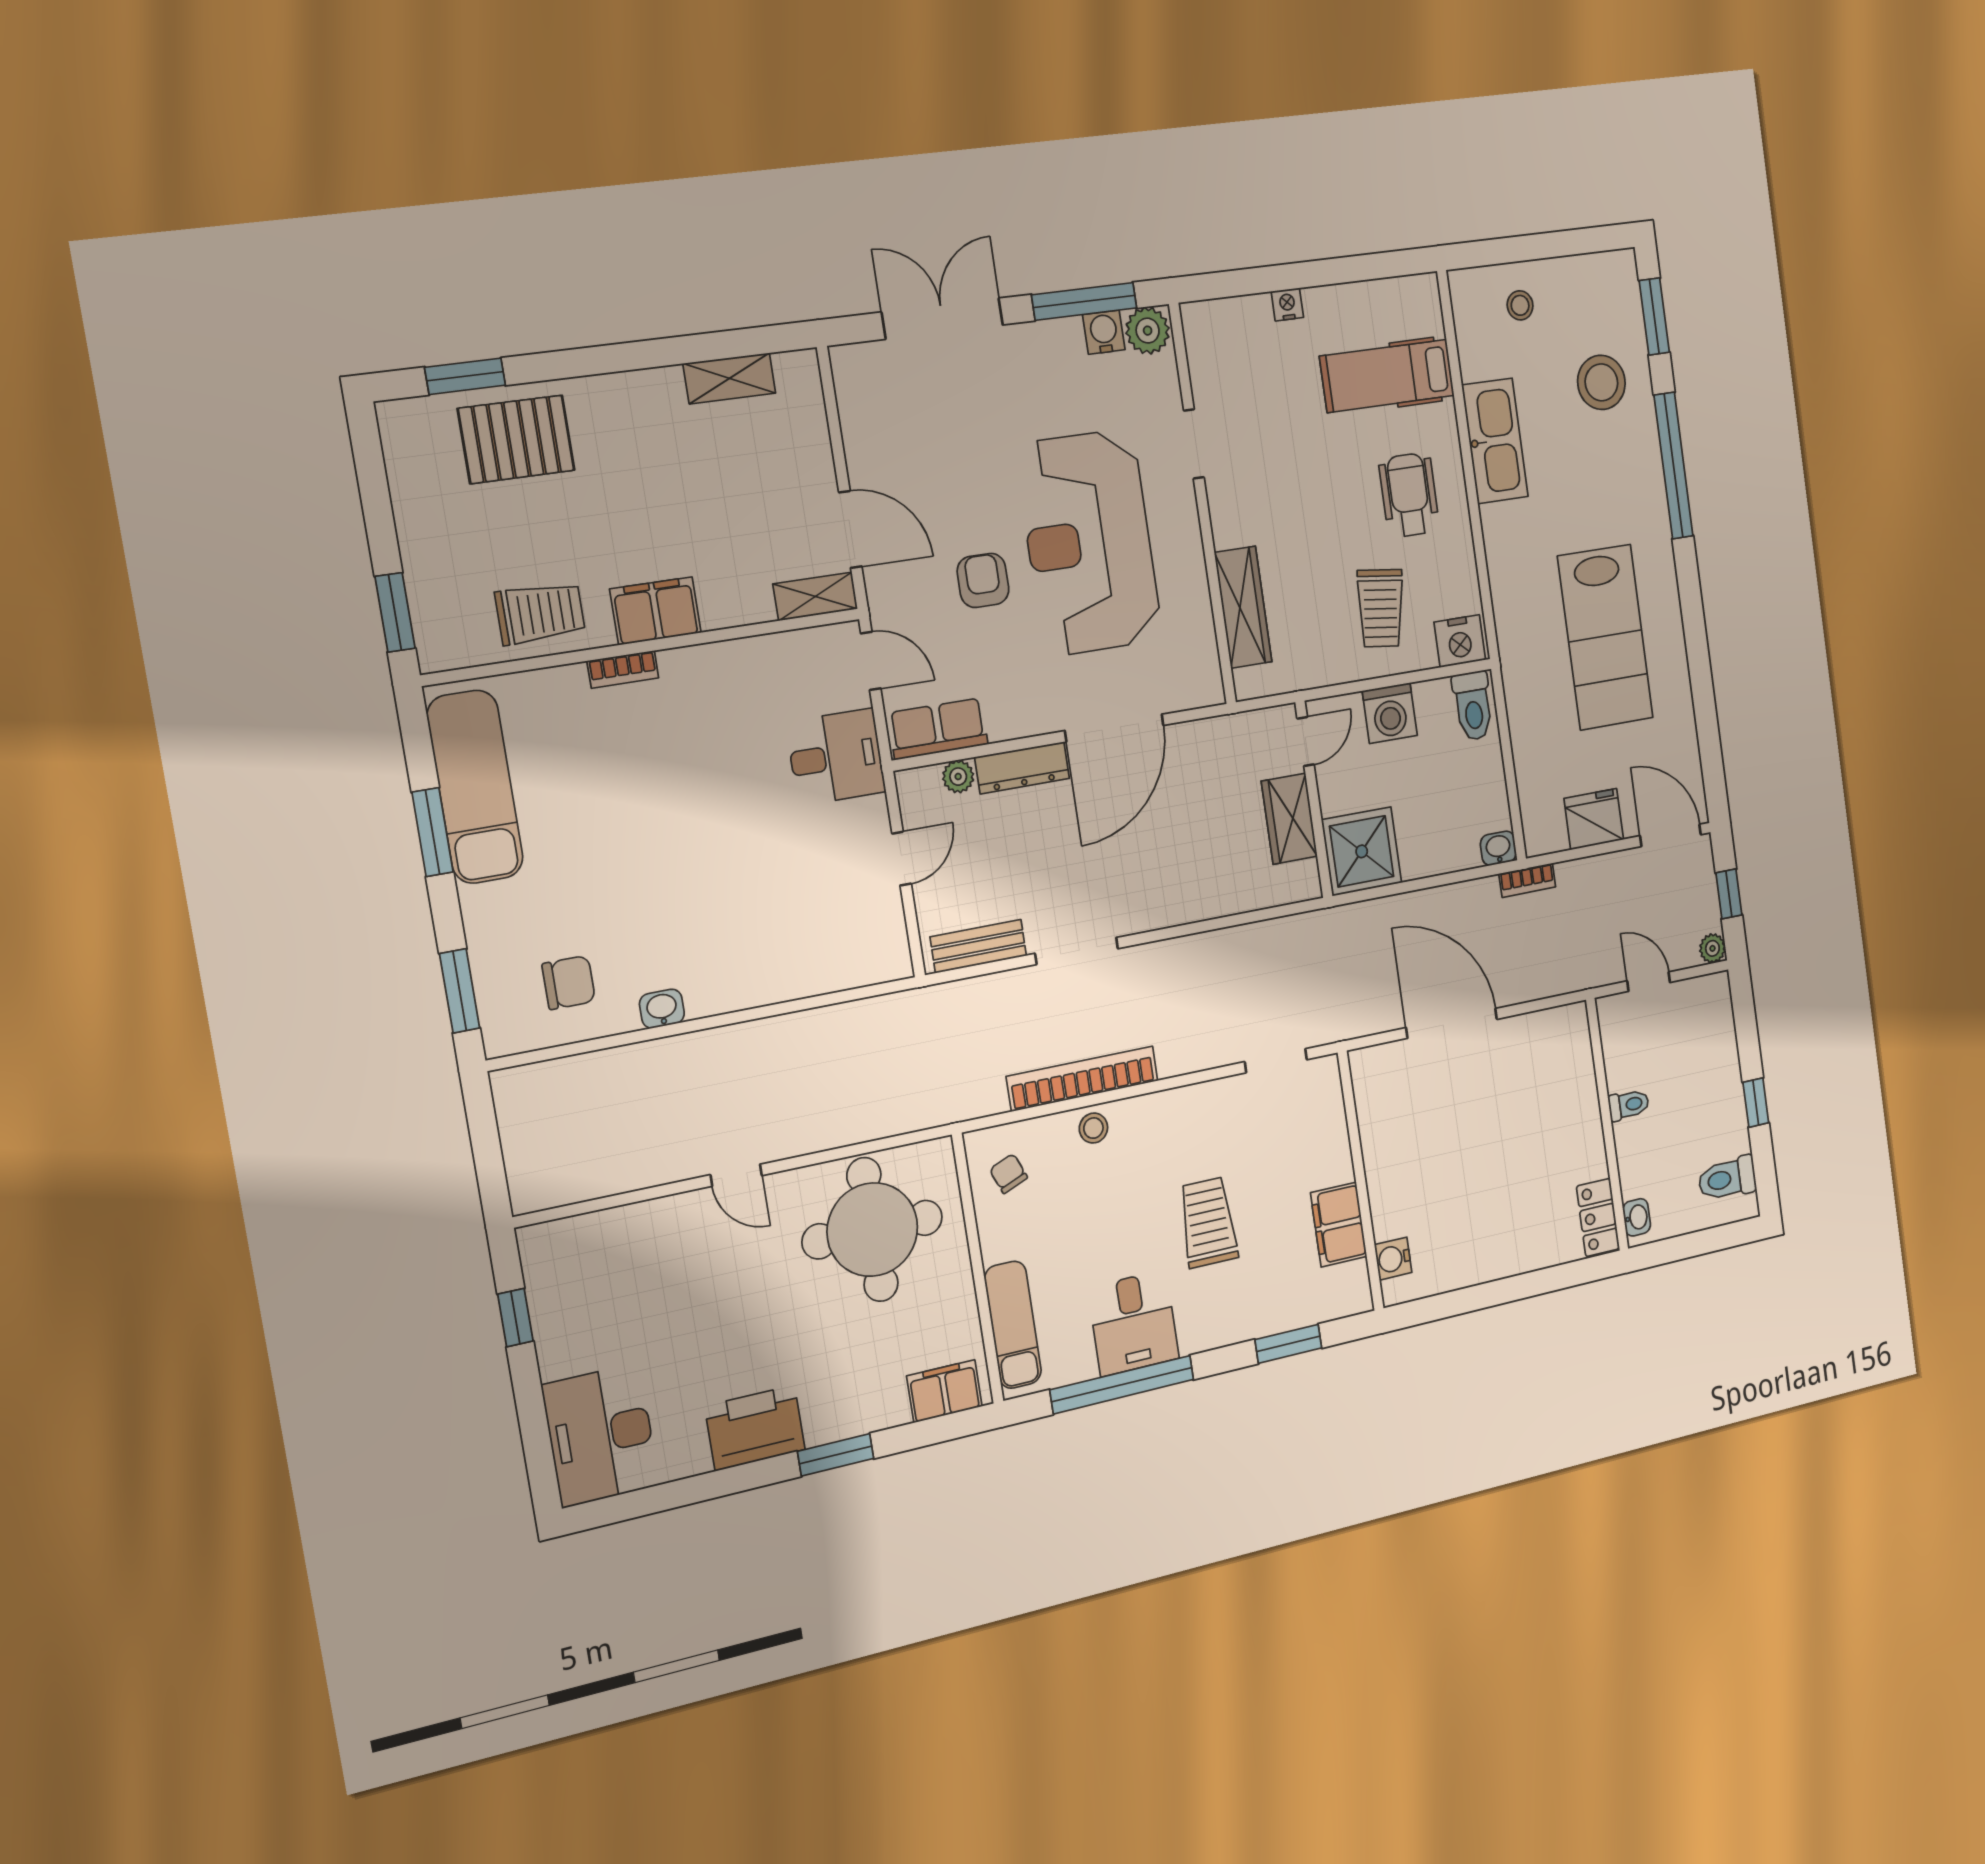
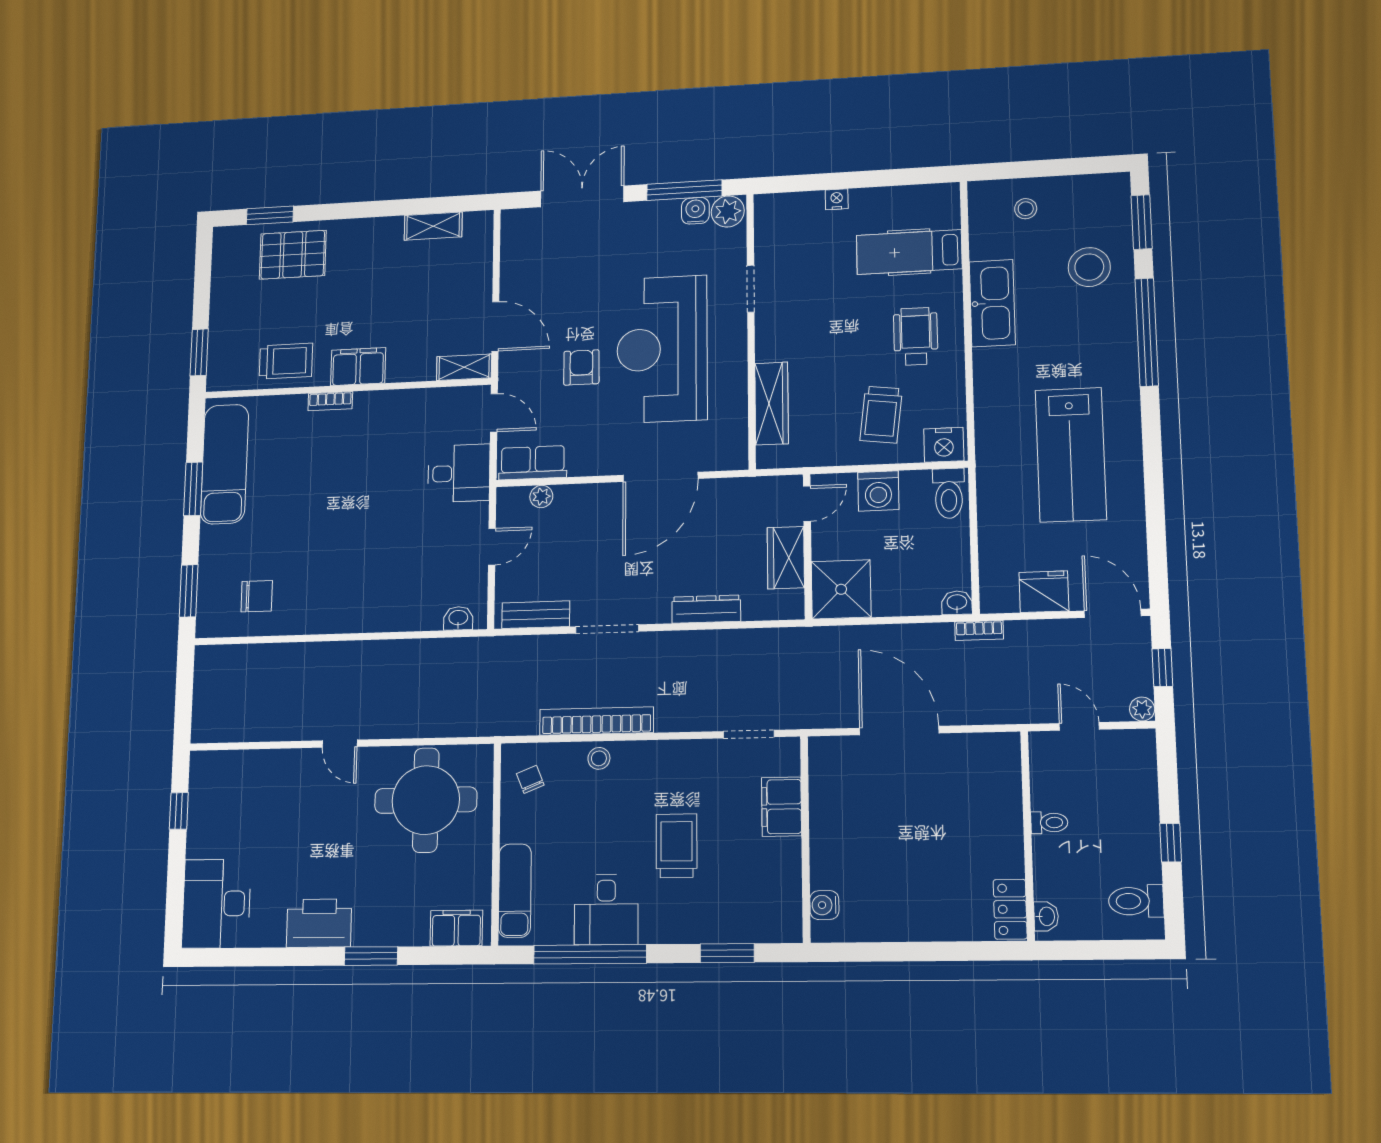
dresser: (1022, 768) -> (706, 609), moved, turned 180
washbasin: (662, 1009) -> (458, 618), moved
filing cabinet: (1339, 1225) -> (782, 807), moved

